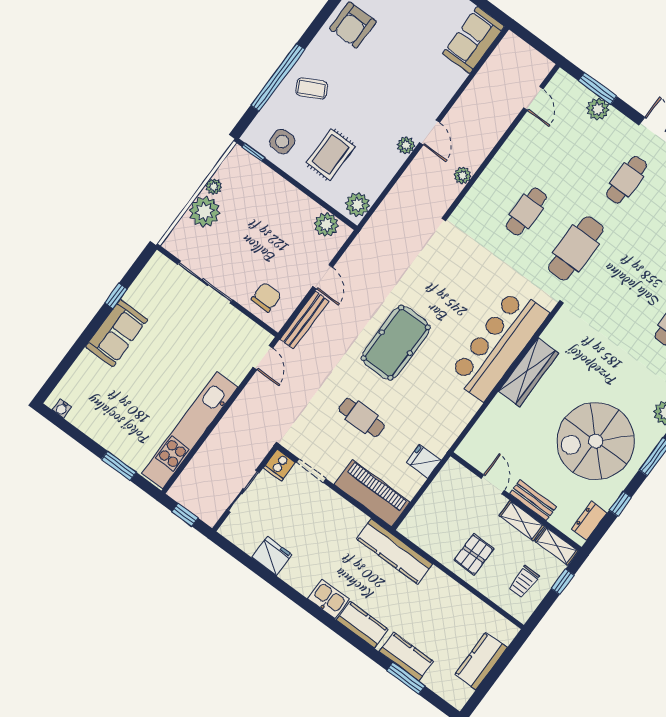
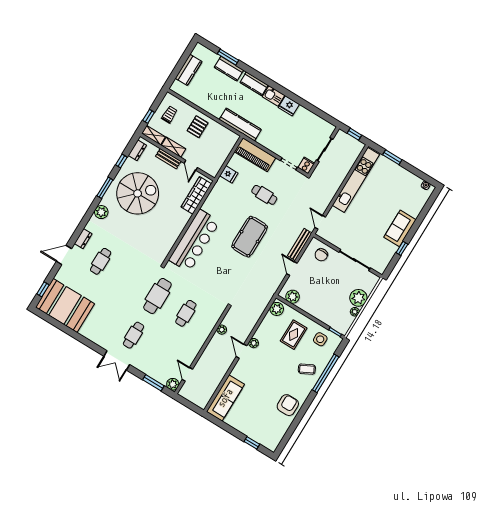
sofa: (473, 40) -> (225, 398), width x1.36
plant: (598, 109) -> (173, 384), moved
wardrobe: (529, 372) -> (196, 195), moved
fridge: (272, 556) -> (289, 106), moved

